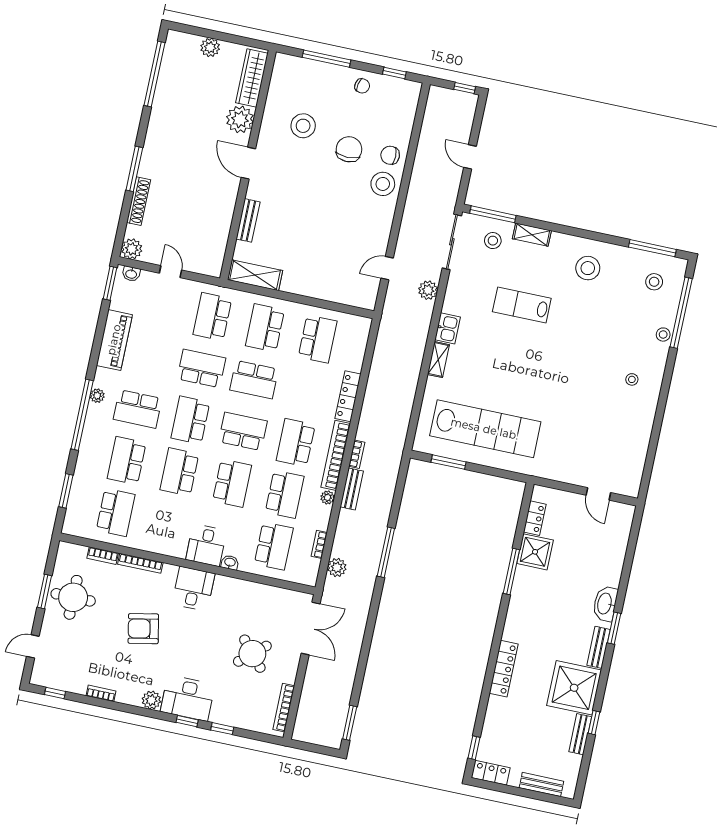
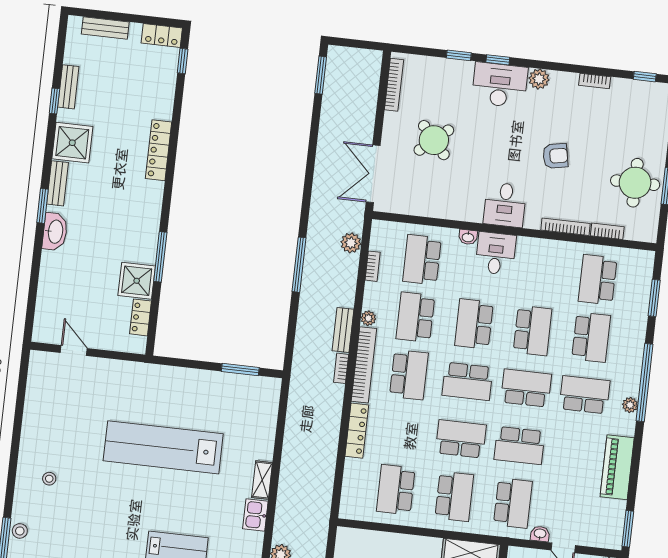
washbasin: (131, 274) -> (540, 534), moved
school desk: (190, 420) -> (526, 388), turned -90
lab bench: (485, 429) -> (163, 447), moved
armchair: (143, 629) -> (555, 156), width x0.72, depth x0.72
shower: (574, 688) -> (72, 143), width x0.73, depth x0.73

